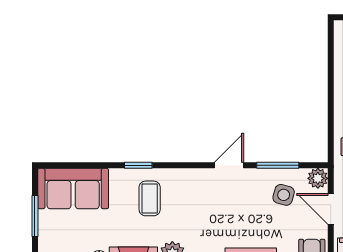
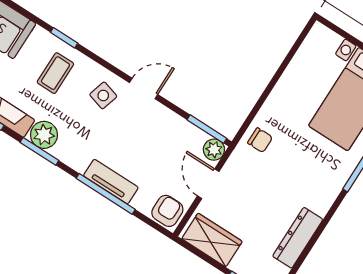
window: (278, 165) -> (207, 129), moved
side table: (284, 195) -> (103, 95), moved

